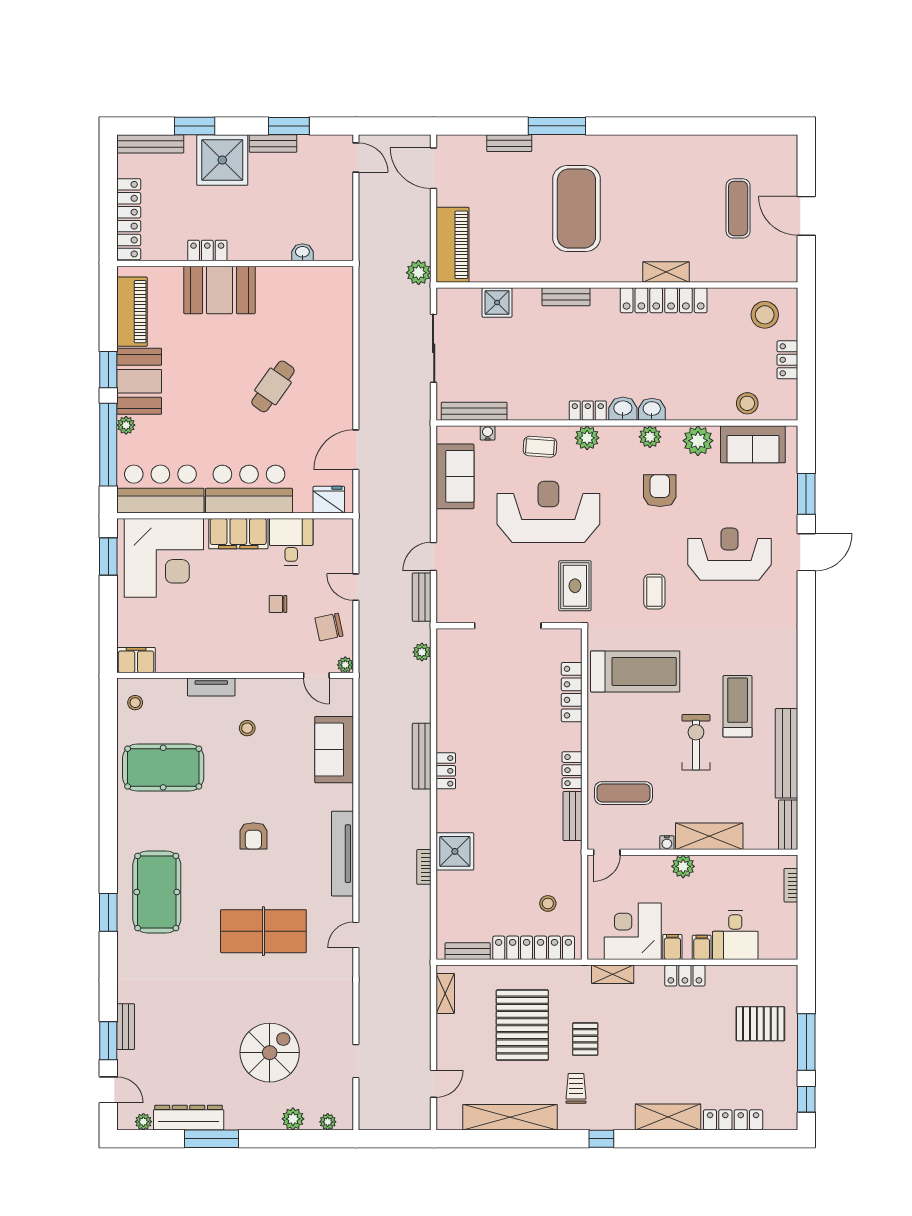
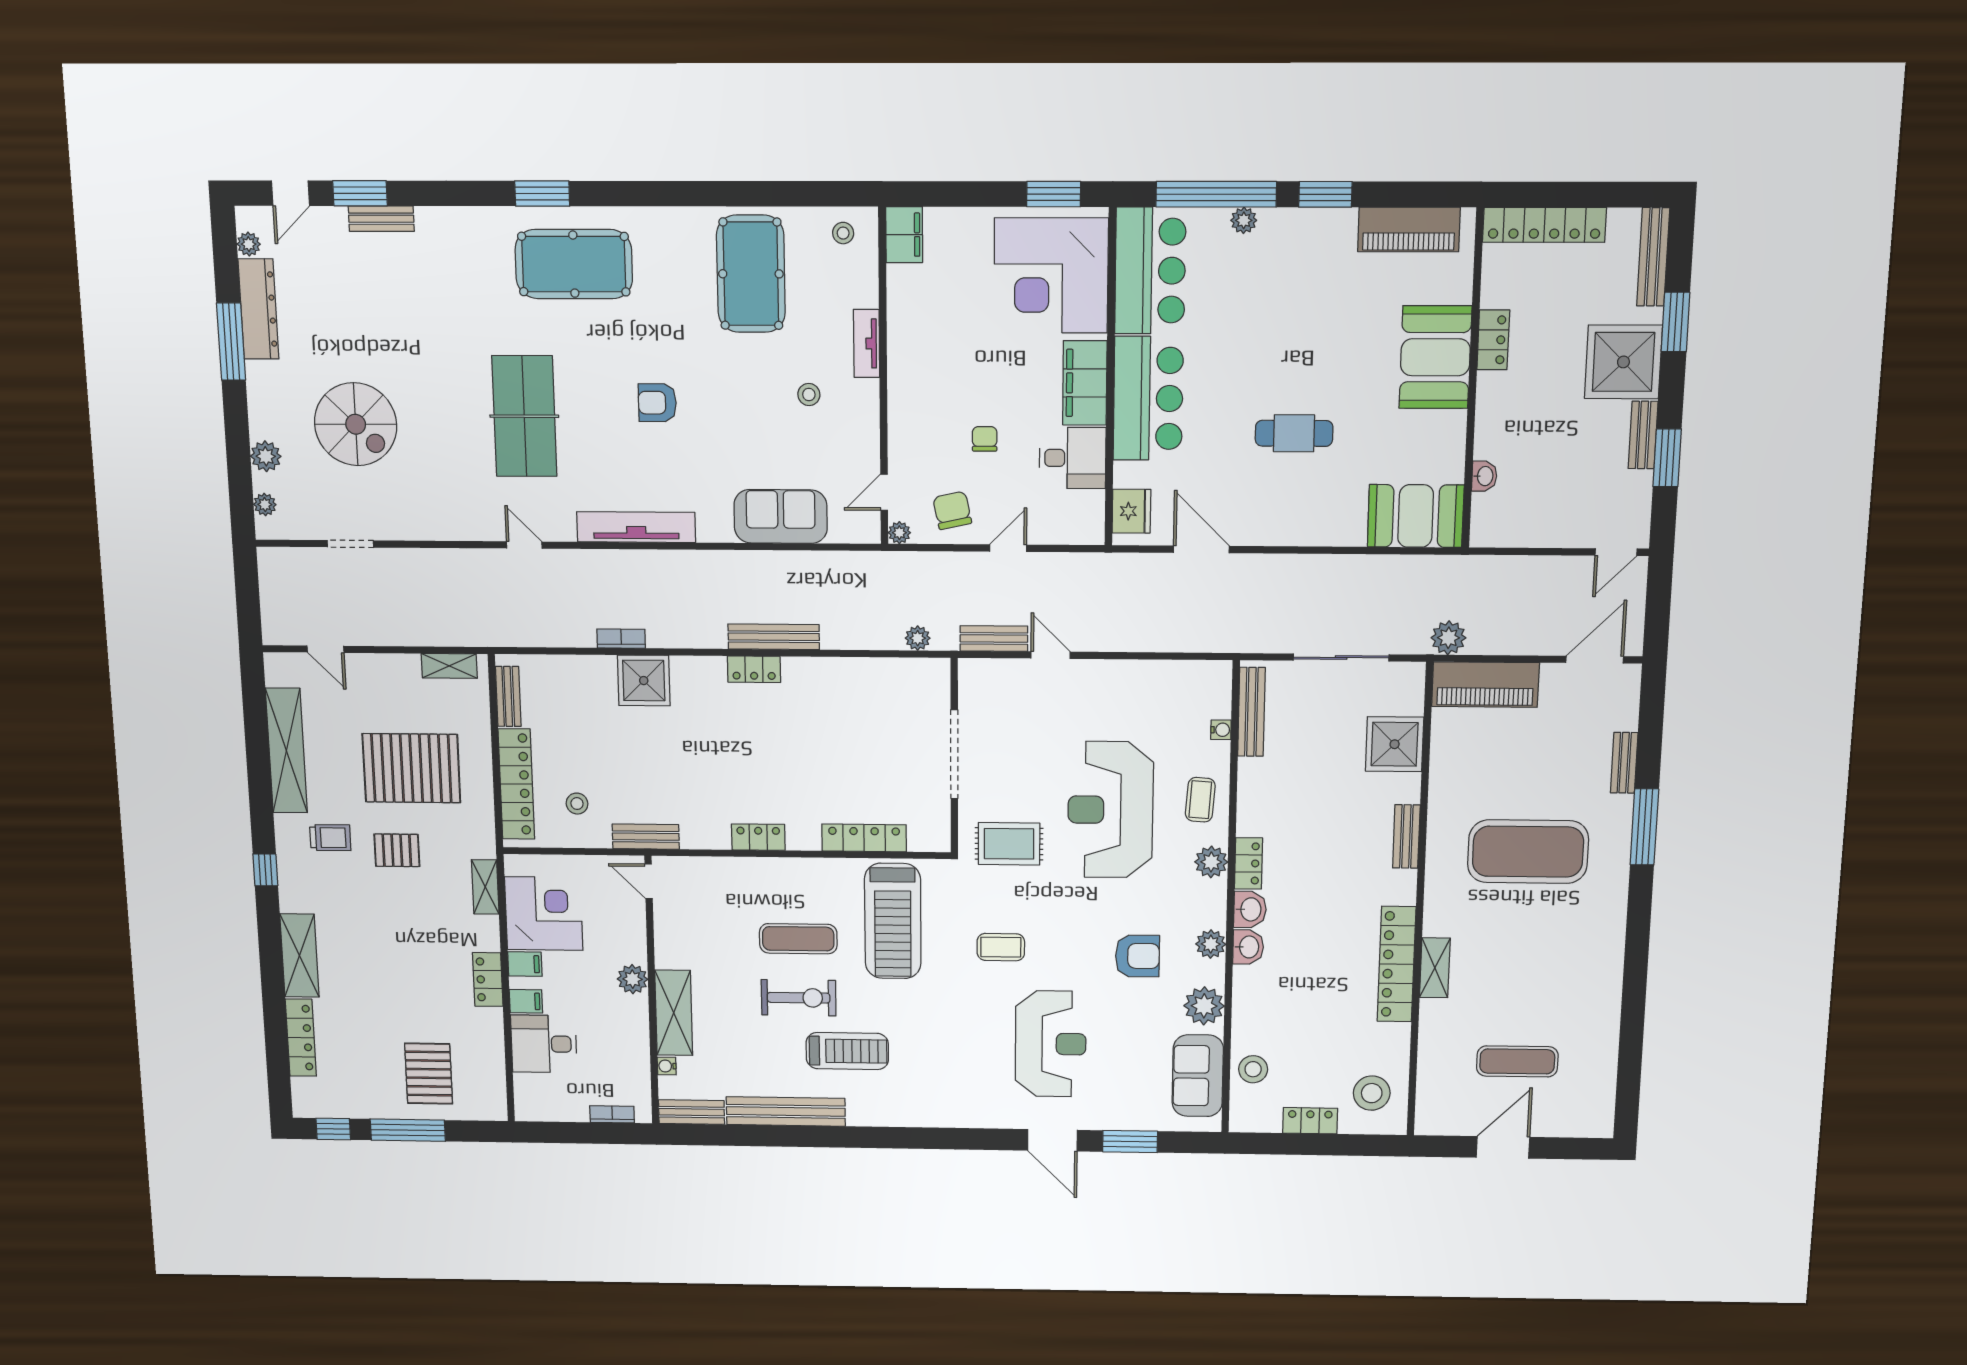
shower: (497, 302) -> (1395, 744), width x1.36, depth x1.36
booth: (139, 381) -> (1416, 516), moved
cafe table: (273, 386) -> (1294, 433), turned -35
sofa: (455, 476) -> (1161, 685), removed
reception desk: (548, 512) -> (1110, 810), turned 180
exercise mat: (624, 793) -> (798, 939), moved, turned 90
bench: (573, 816) -> (646, 837), moved
water cooler: (667, 843) -> (667, 1066), moved

